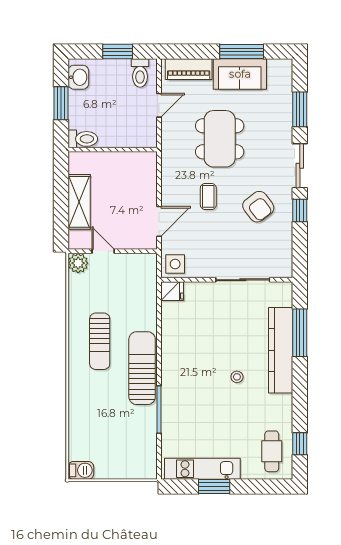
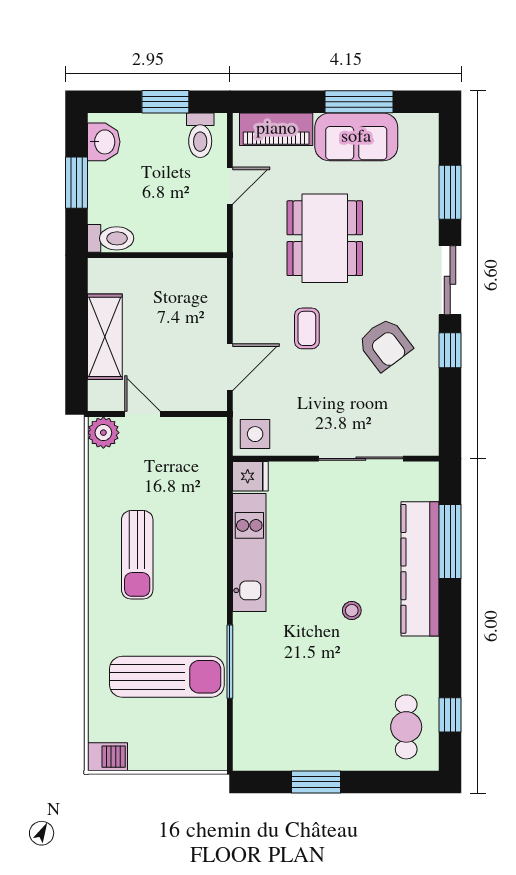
sun lounger: (142, 368) -> (167, 677), moved, turned 90
kitchen unit: (202, 469) -> (249, 553), moved, turned 90

